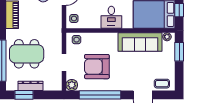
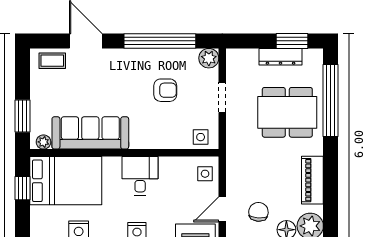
armchair: (97, 67) -> (165, 90), width x0.53, depth x0.53

